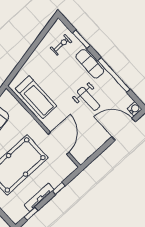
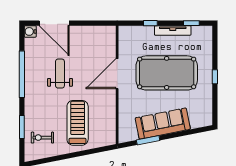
exercise mat: (90, 64) -> (33, 101), removed
treadmill: (36, 97) -> (78, 123), moved
door: (58, 143) -> (117, 74), moved

